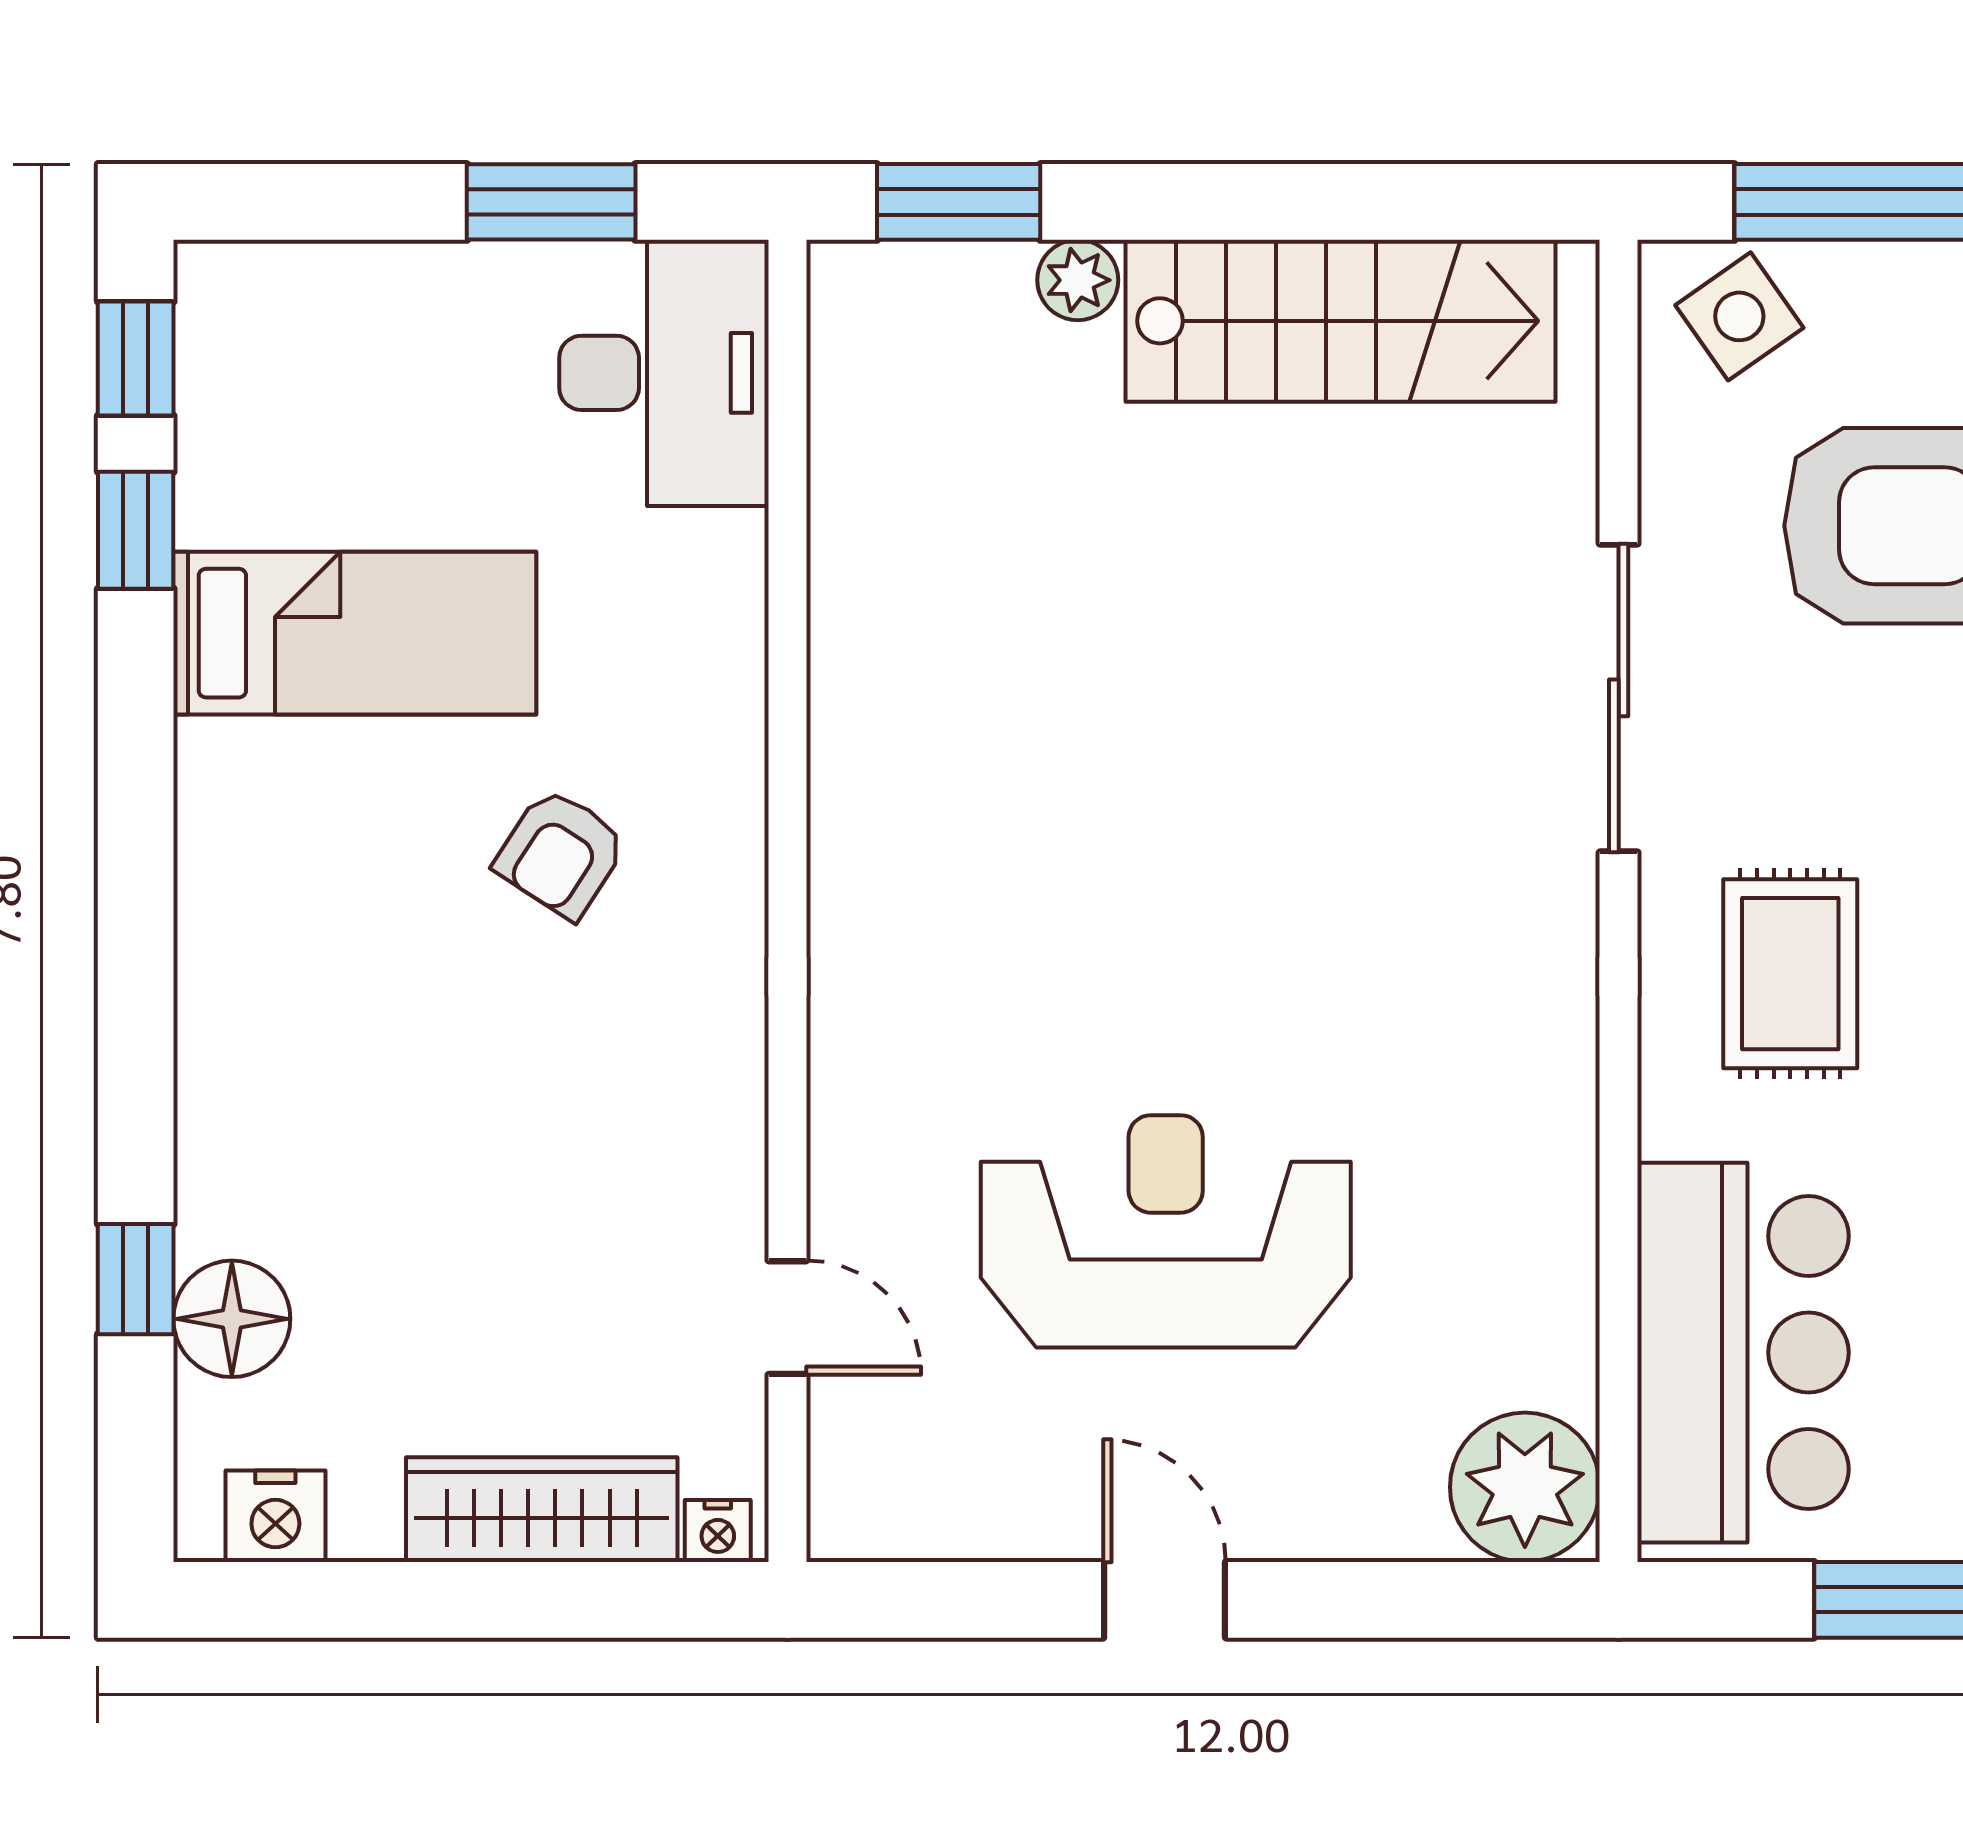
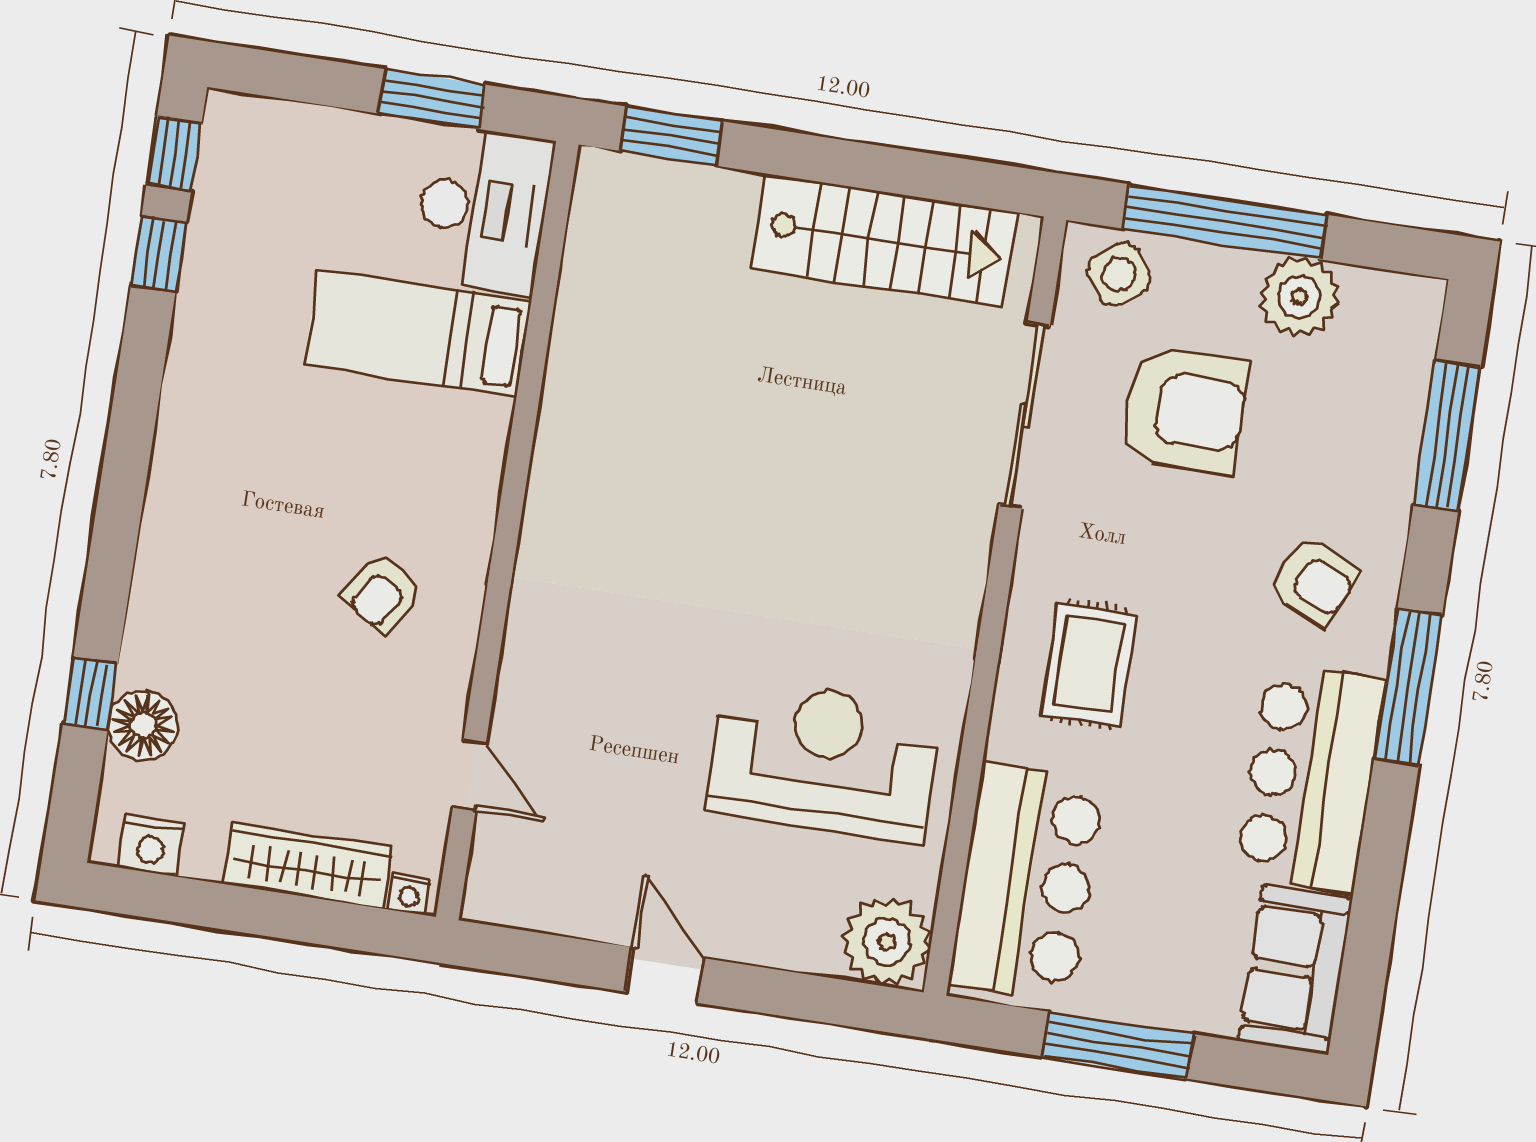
plant: (1078, 280) -> (734, 193), removed
bed: (355, 633) -> (418, 333), moved, turned 180
sliding door: (1619, 698) -> (1025, 415), moved
armchair: (561, 853) -> (382, 594), moved
reception desk: (1166, 1231) -> (823, 760), moved

